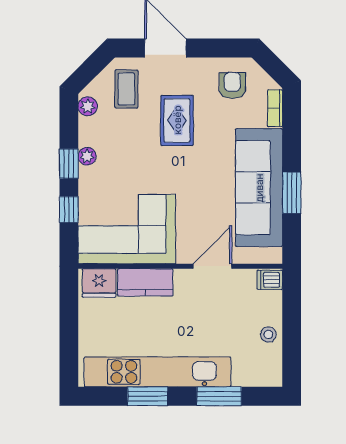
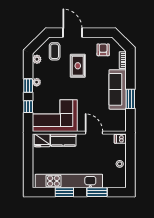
sofa: (259, 188) -> (118, 89), width x0.74, depth x0.79
door: (212, 266) -> (94, 133), hinge flipped

